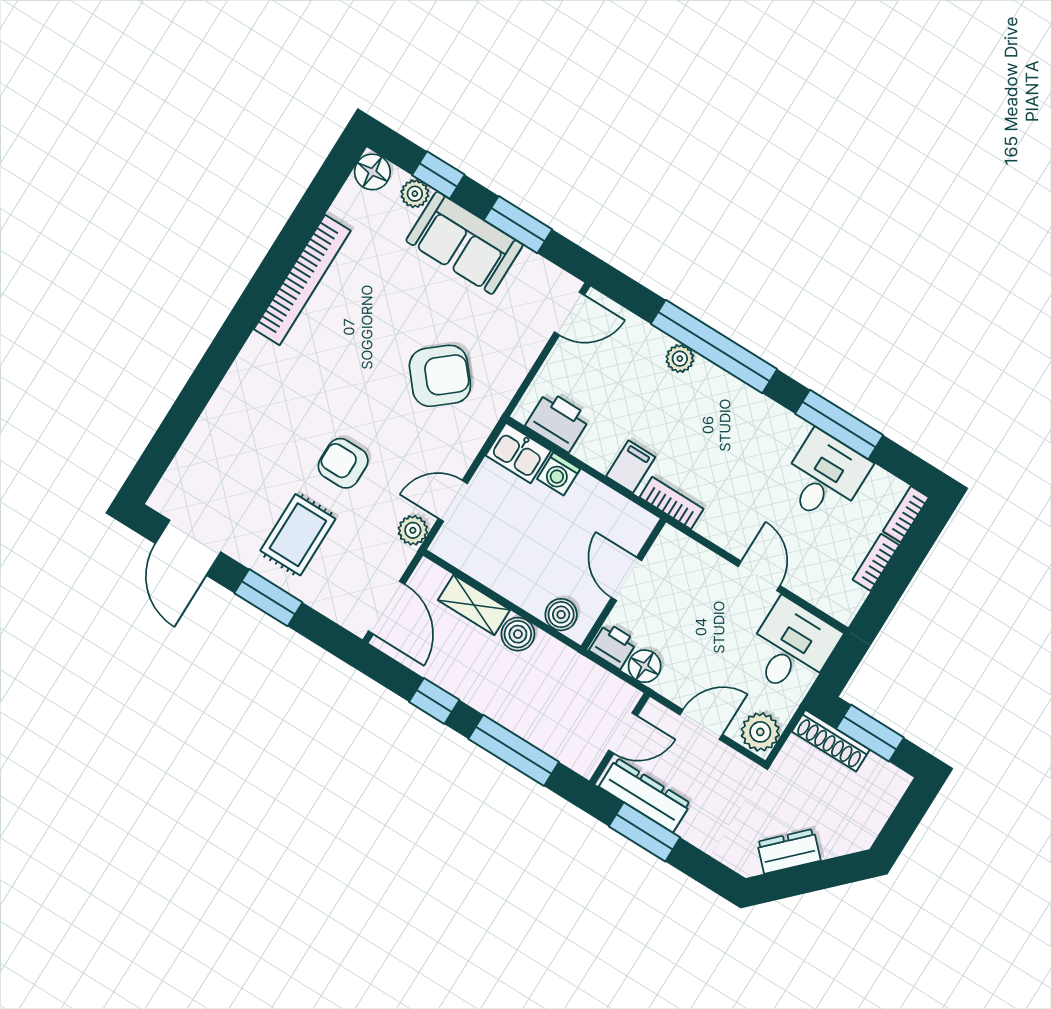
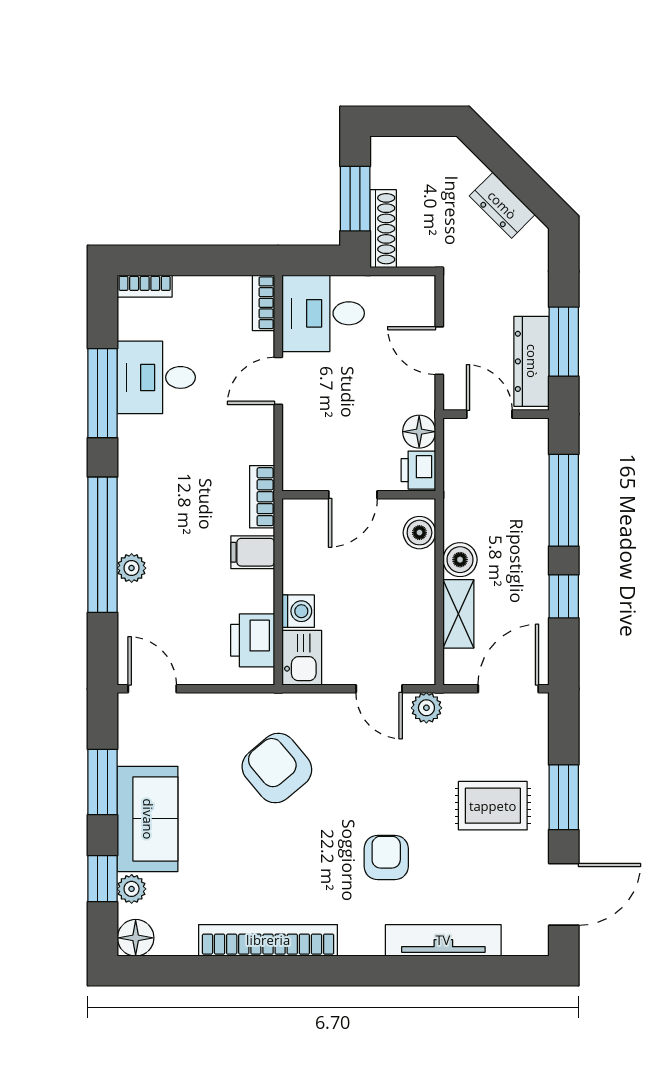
tv unit: (212, 425) -> (443, 940), added
armchair: (343, 463) -> (386, 857), moved, turned 180
bookcase: (876, 562) -> (263, 303), moved, turned 90
plant: (760, 732) -> (414, 295), removed

